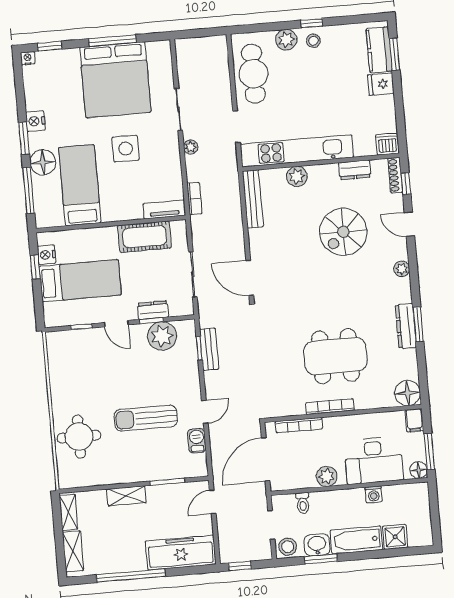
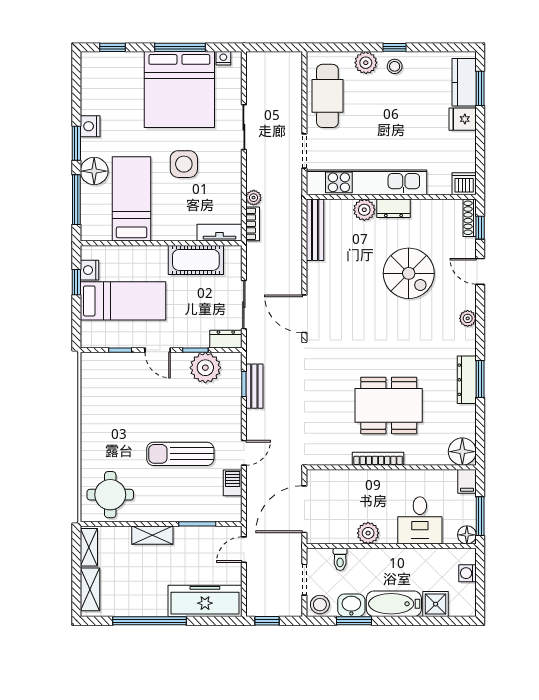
nightstand: (28, 58) -> (223, 58), moved
plant: (191, 147) -> (254, 198), moved
dresser: (355, 170) -> (394, 208), moved
spiral stairs: (343, 232) -> (409, 273), turned -90
dresser: (153, 310) -> (226, 339), moved
bookcase: (299, 425) -> (343, 476), removed
round table: (79, 437) -> (110, 495), moved
desk: (374, 460) -> (420, 520), width x0.73
washing machine: (374, 494) -> (467, 573), moved, turned 90

